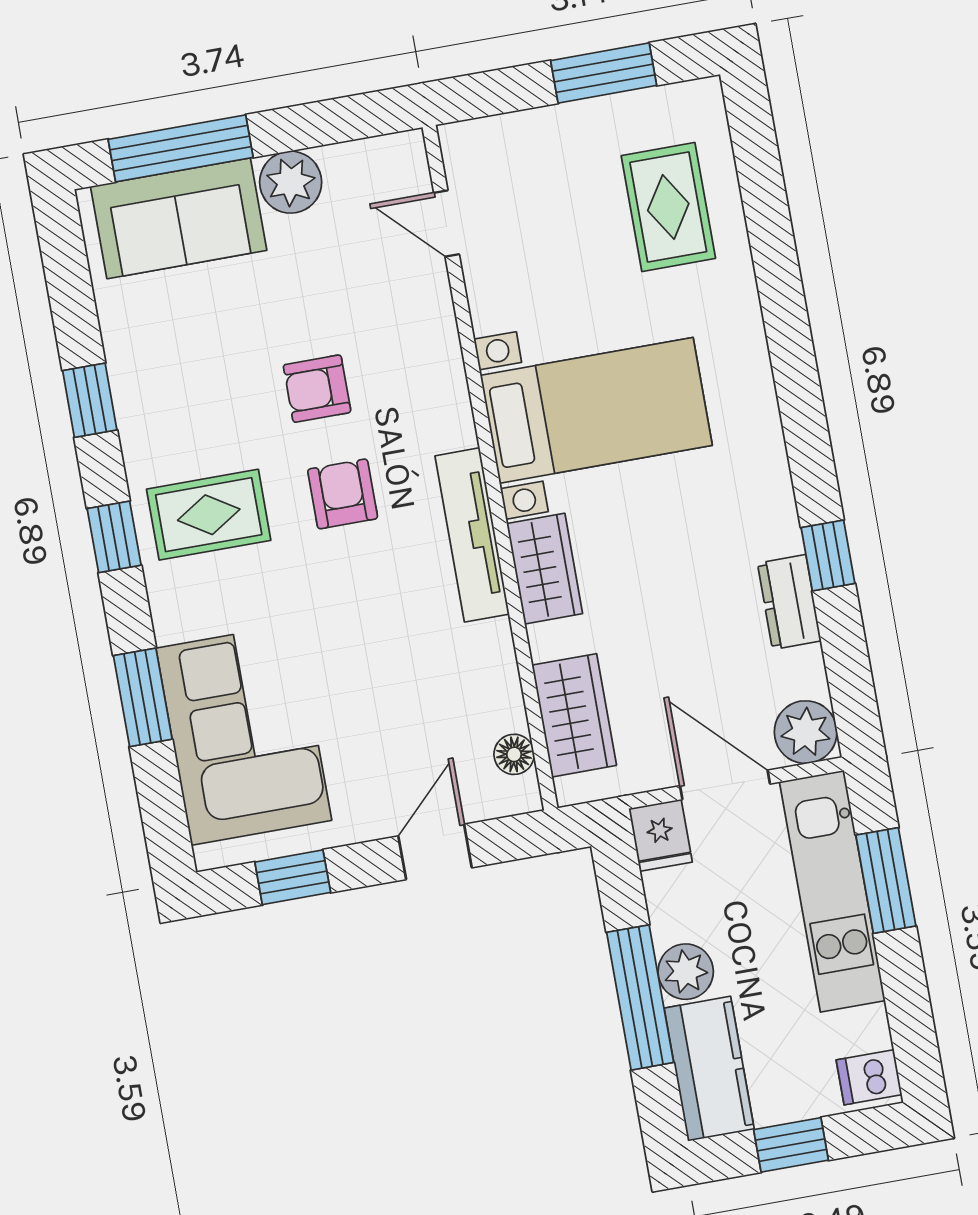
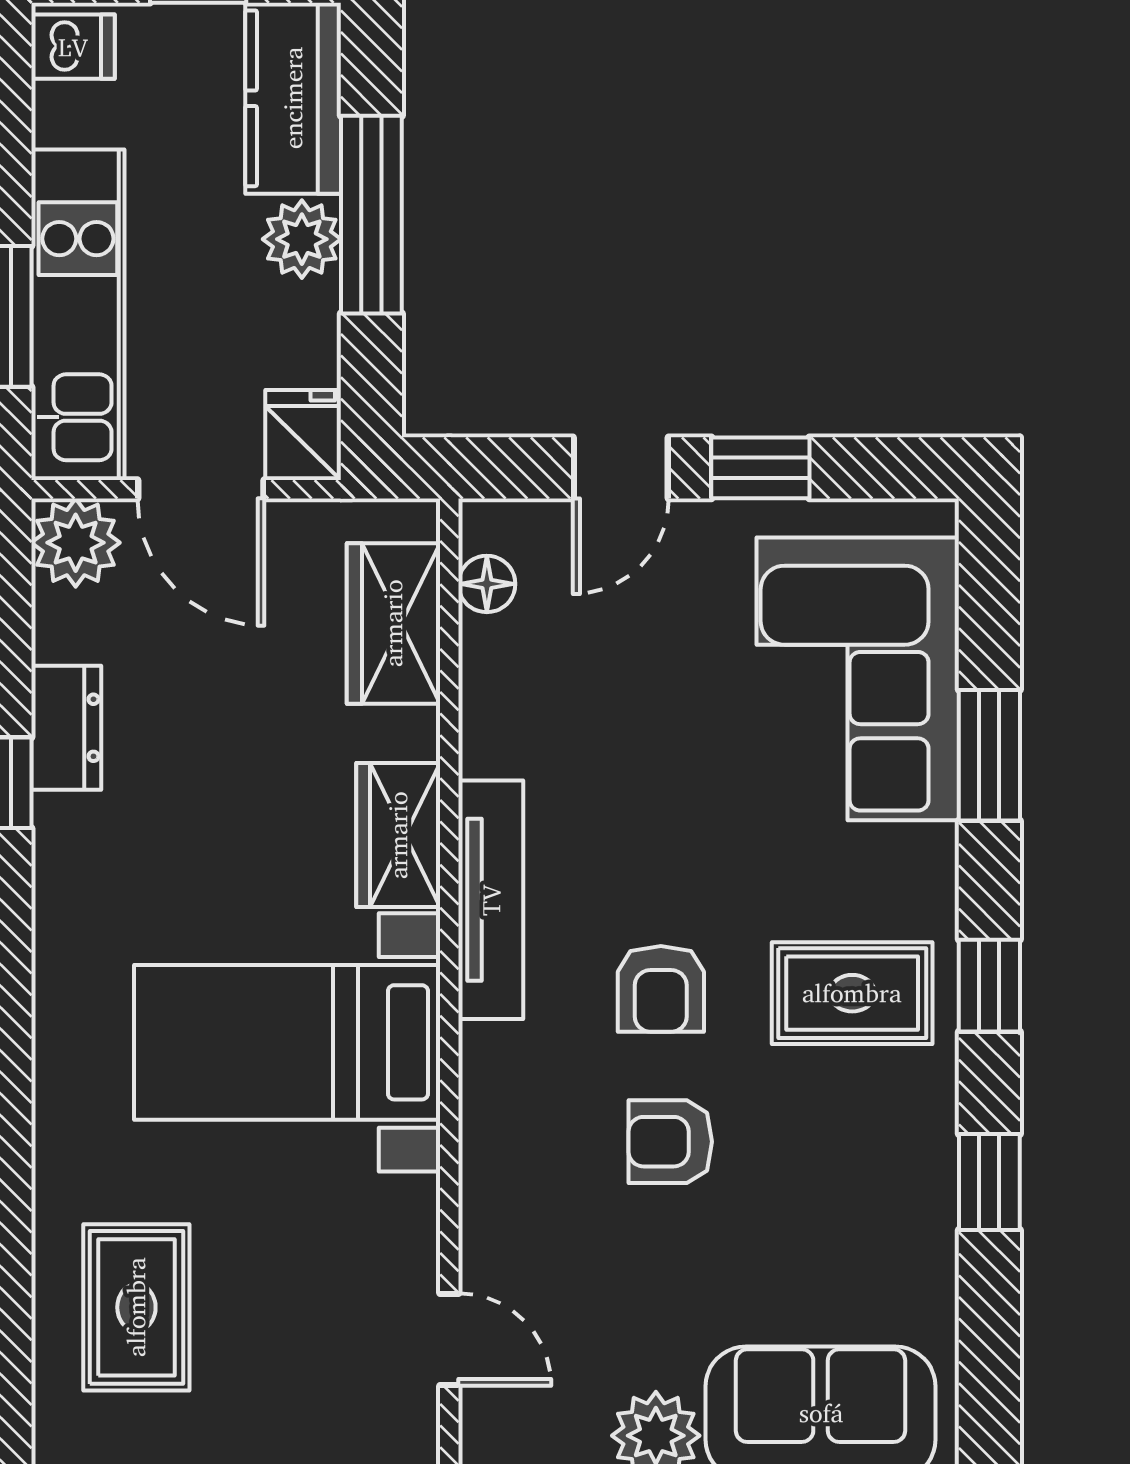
armchair: (317, 389) -> (670, 1142), turned 180
window: (293, 877) -> (760, 468), moved

